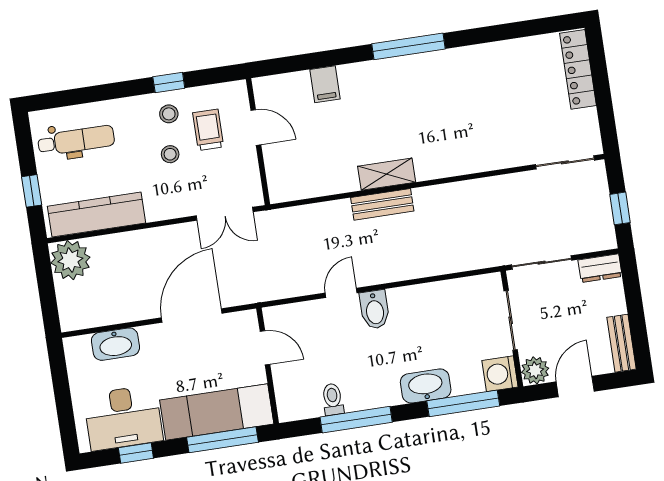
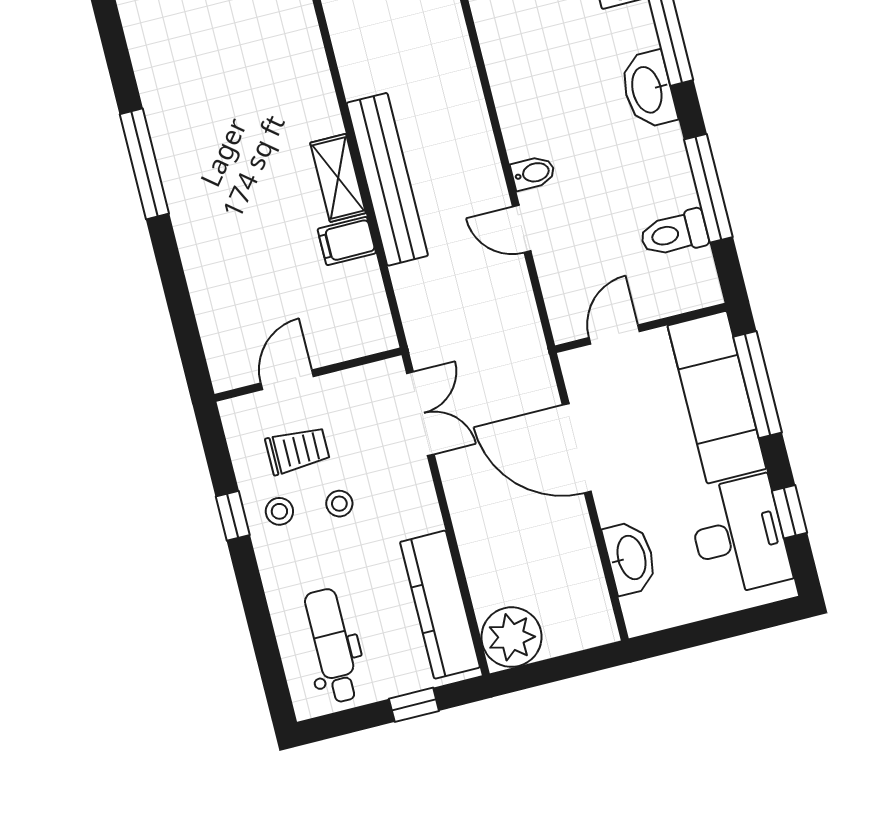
filing cabinet: (325, 84) -> (347, 241), moved, turned 180
trolley: (208, 130) -> (297, 450), turned 180
bench: (382, 204) -> (387, 179), width x1.86, depth x1.21
bidet: (375, 310) -> (533, 173), width x0.72, depth x0.74
toilet: (333, 399) -> (674, 233), width x1.37, depth x1.39

